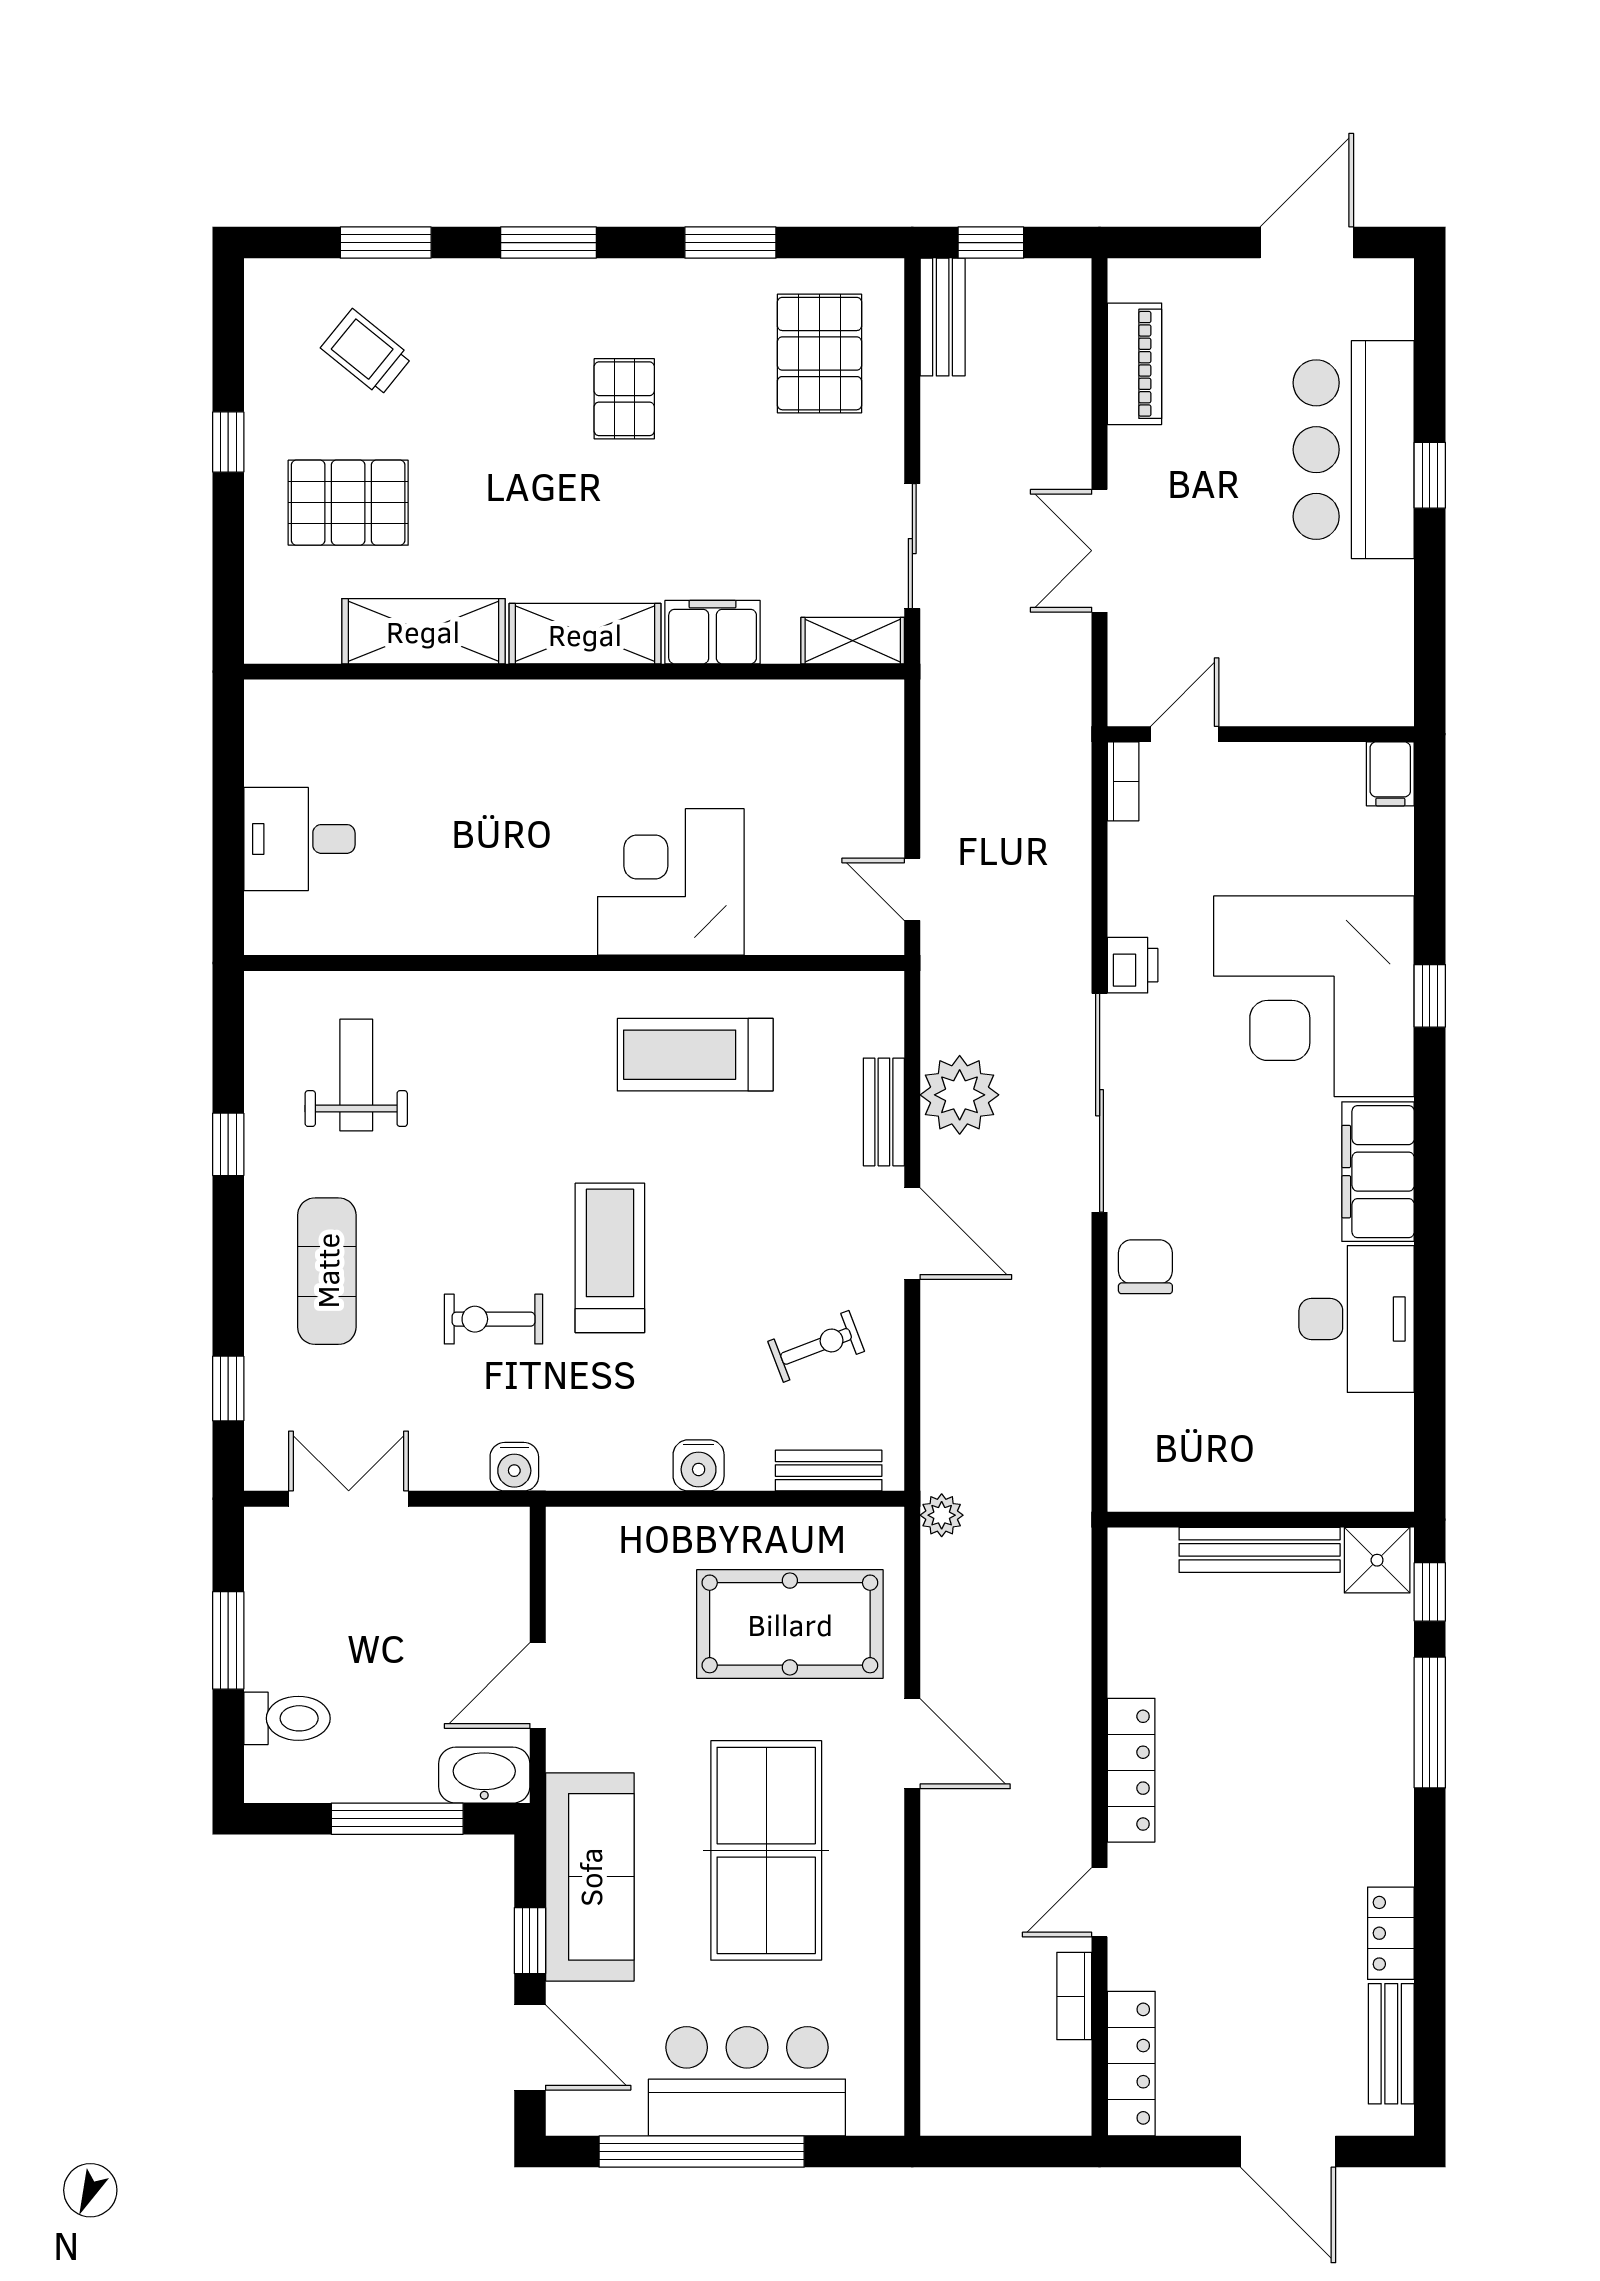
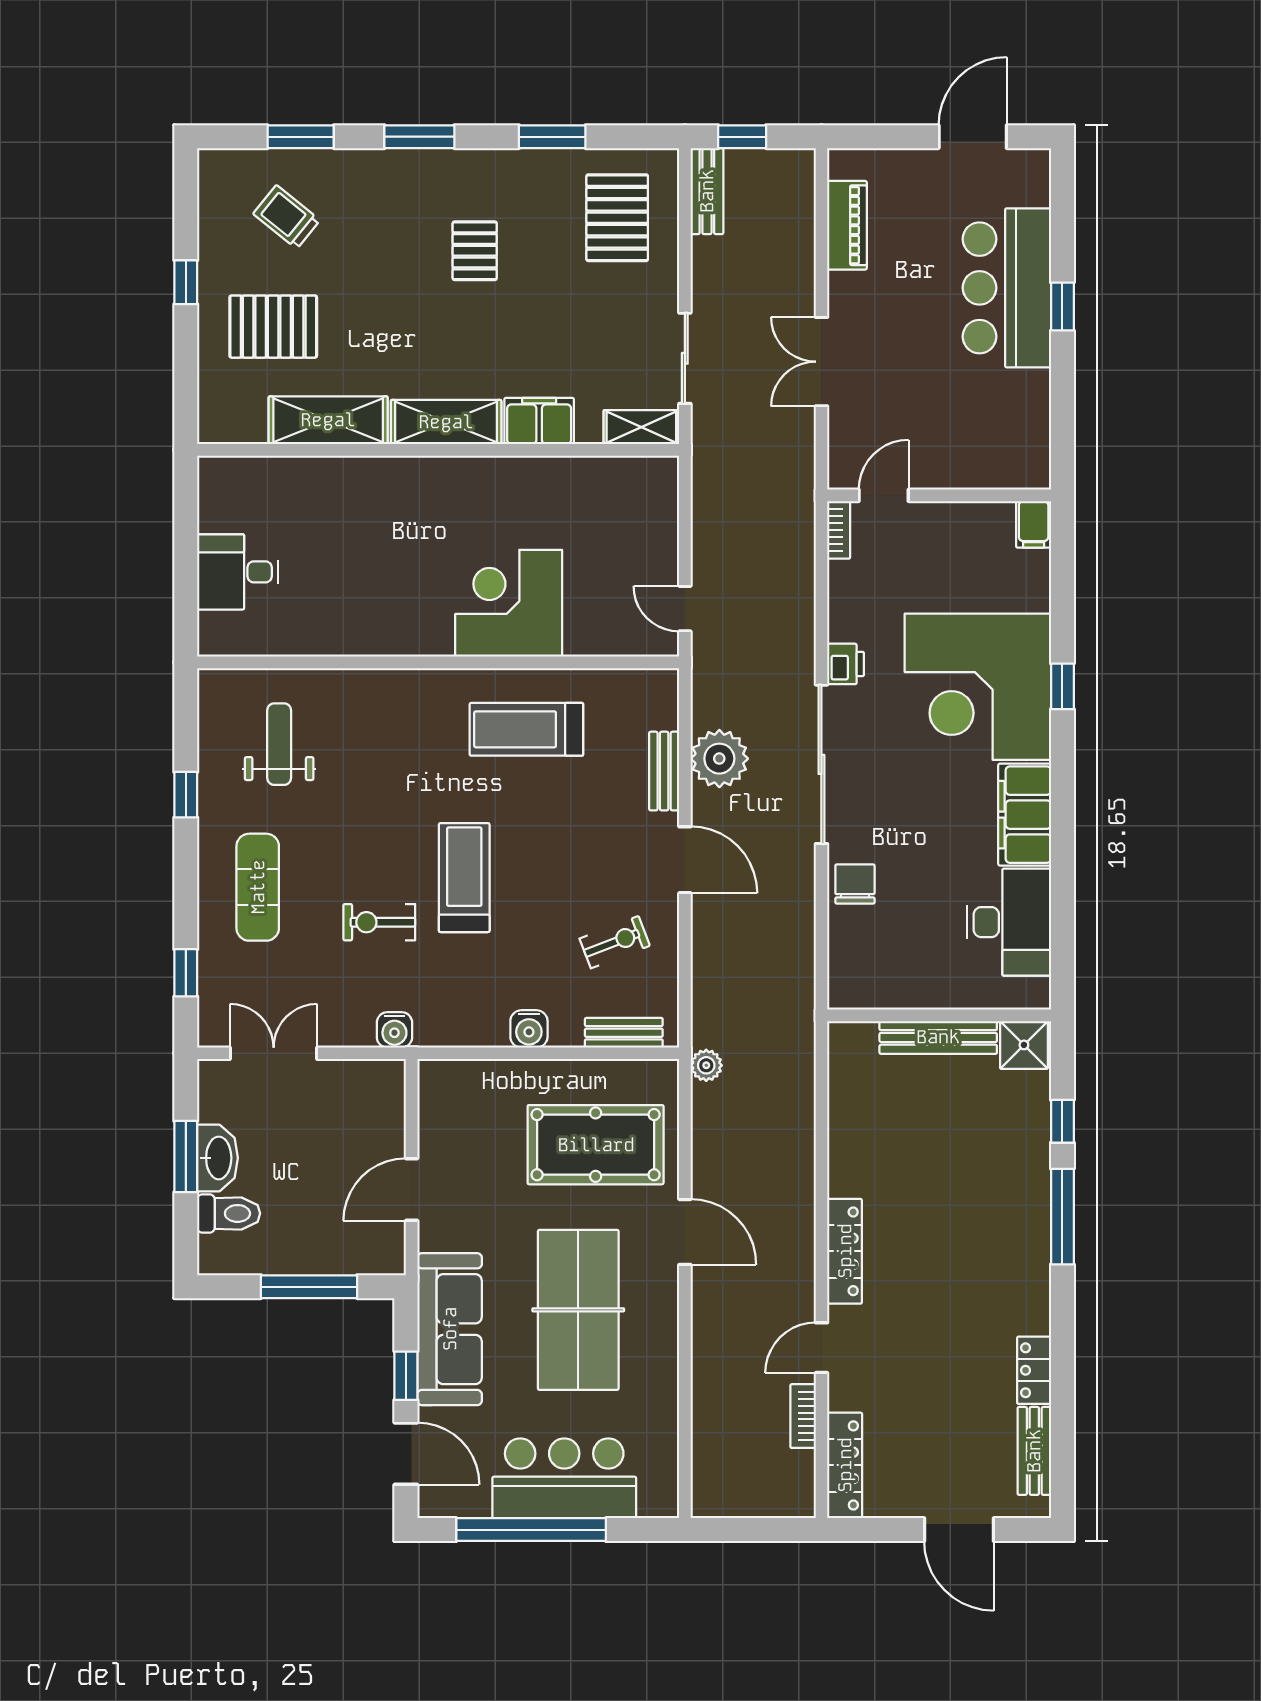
wall: (1261, 1520) -> (939, 1015), moved
bench: (1260, 1550) -> (938, 1037), moved
shower: (1377, 1560) -> (1024, 1045), moved
washbasin: (484, 1775) -> (218, 1158), moved, turned 90

